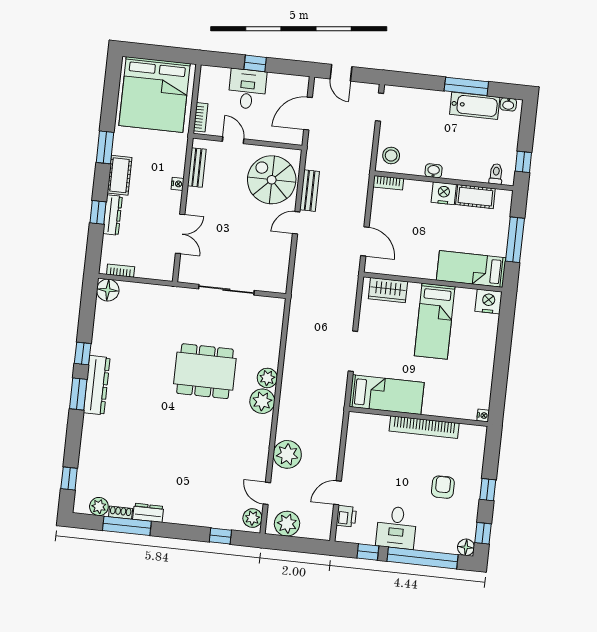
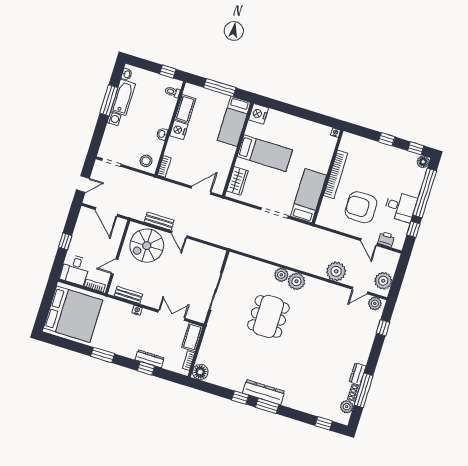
desk: (247, 89) -> (75, 270), moved, turned -90
washing machine: (442, 99) -> (114, 119), added
cot: (120, 175) -> (192, 337), moved, turned 90
armchair: (443, 487) -> (361, 207), moved, width x1.88, depth x1.88

